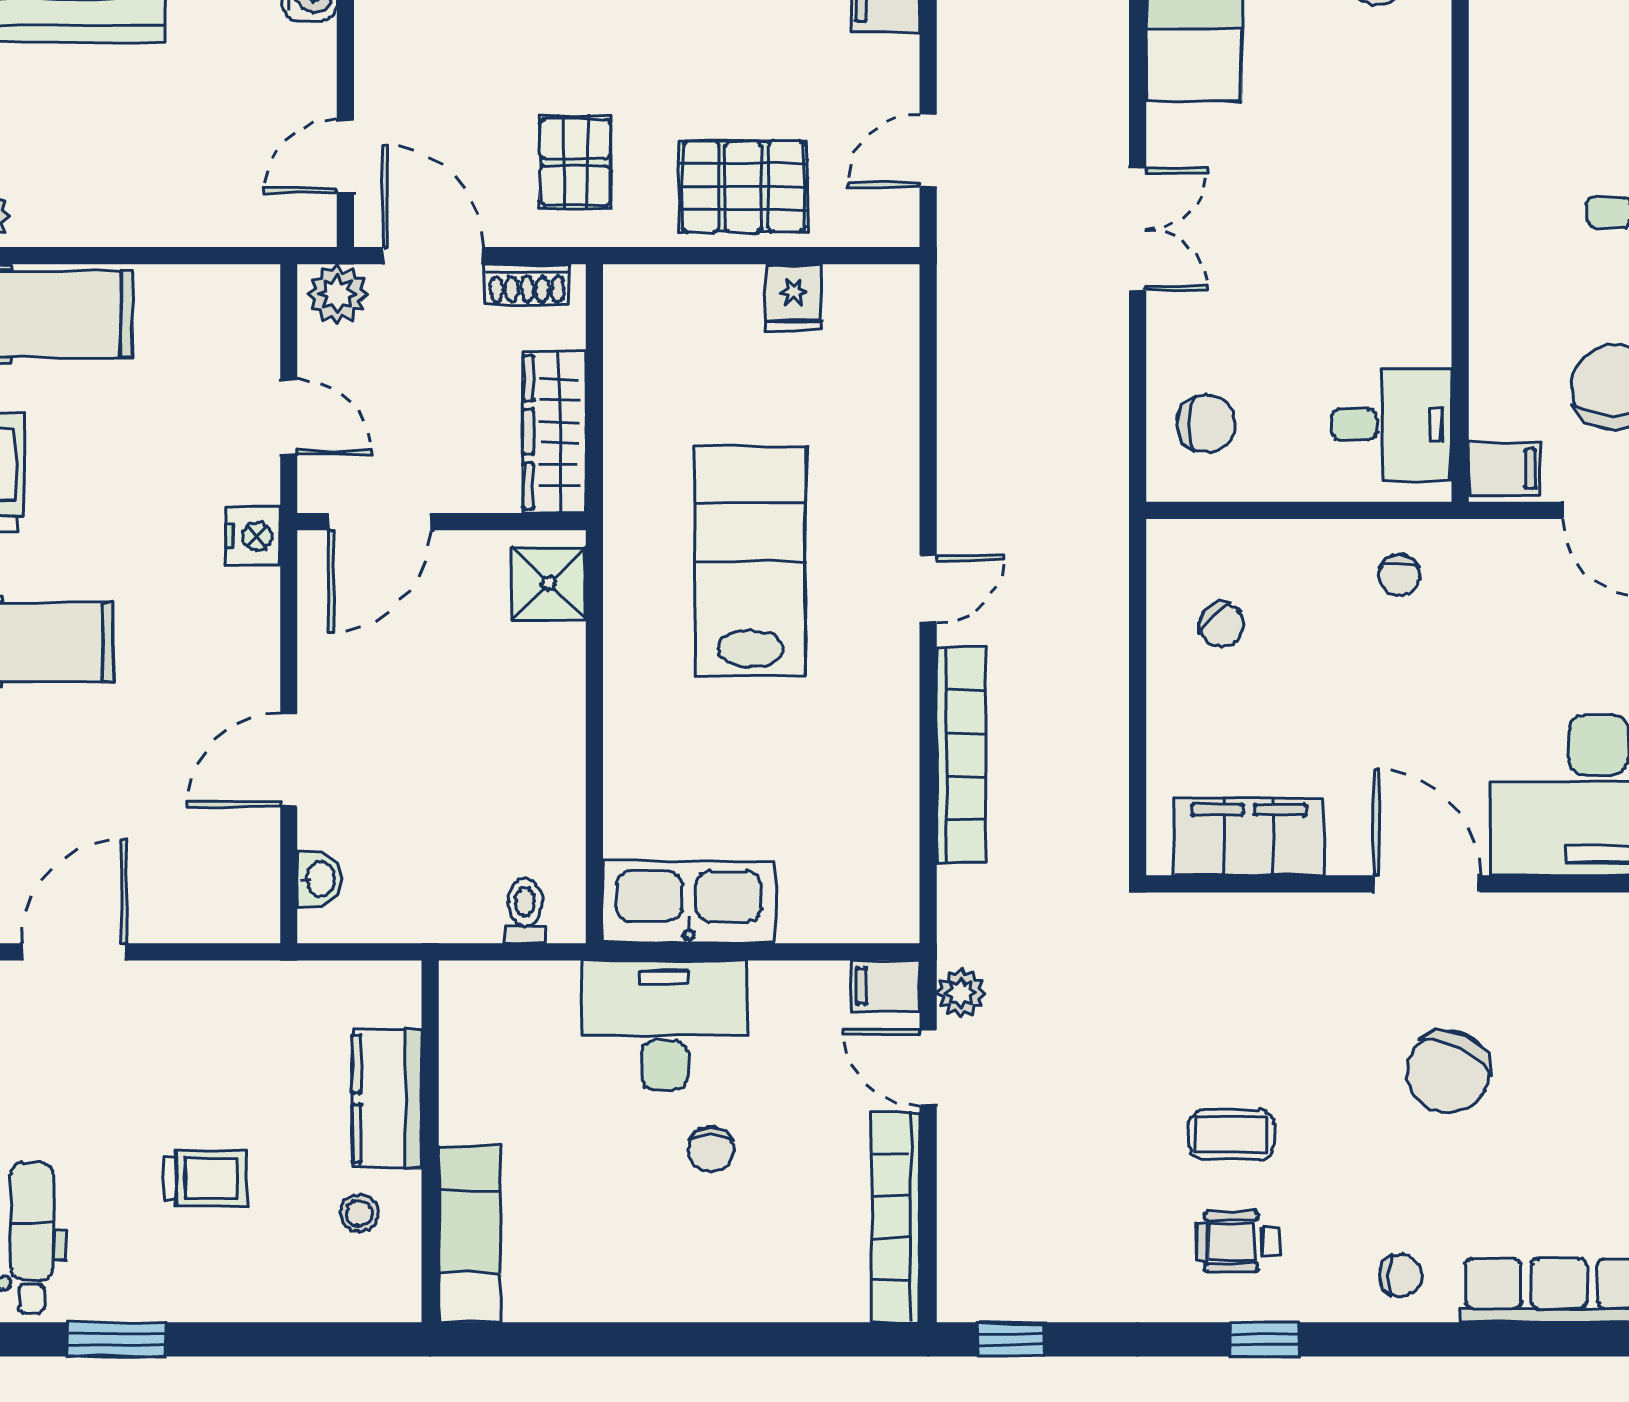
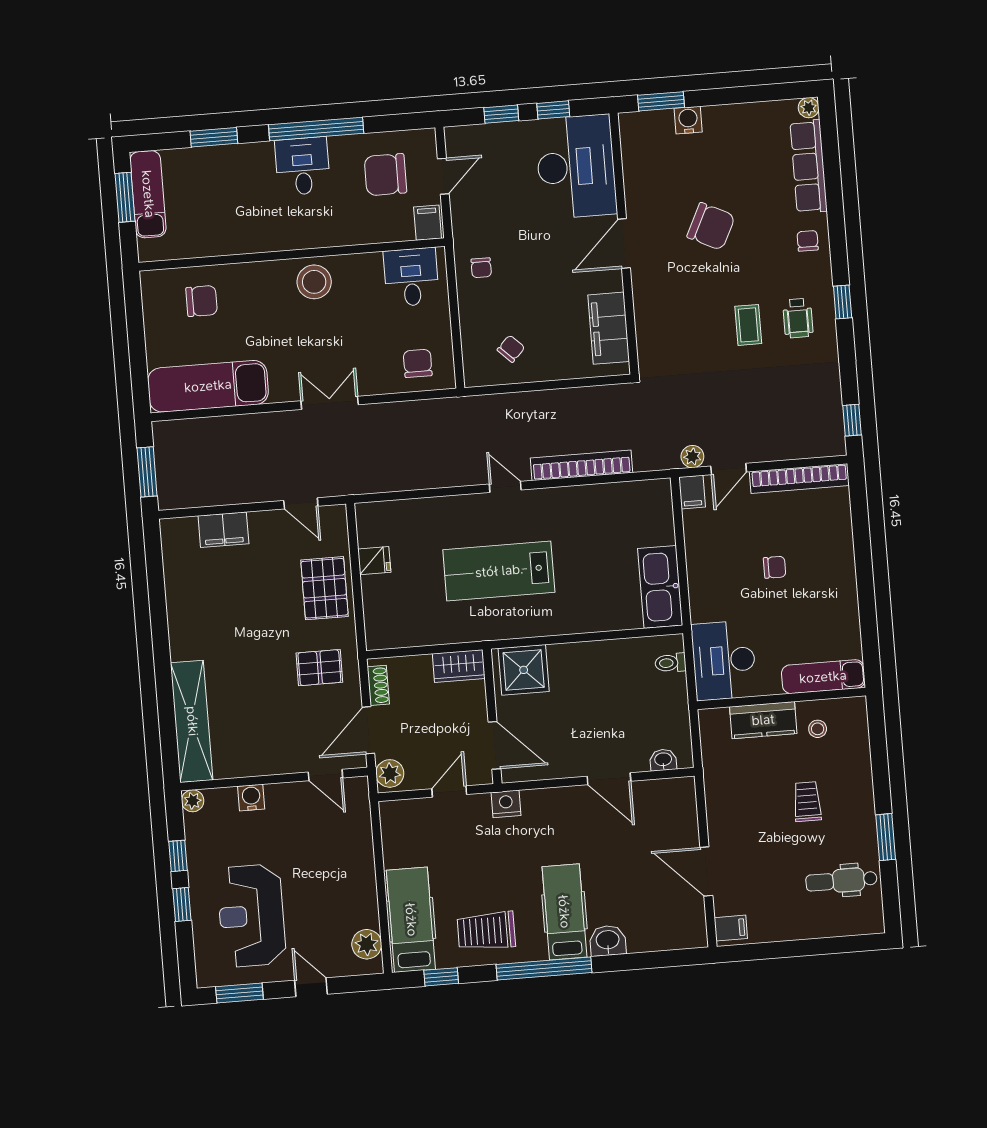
stool: (1398, 217) -> (314, 282), added
wardrobe: (554, 432) -> (459, 666), width x0.67
chair: (1399, 575) -> (481, 268), turned 90
shower: (549, 583) -> (524, 670), width x1.36, depth x1.36
desk: (665, 1025) -> (724, 660), moved

